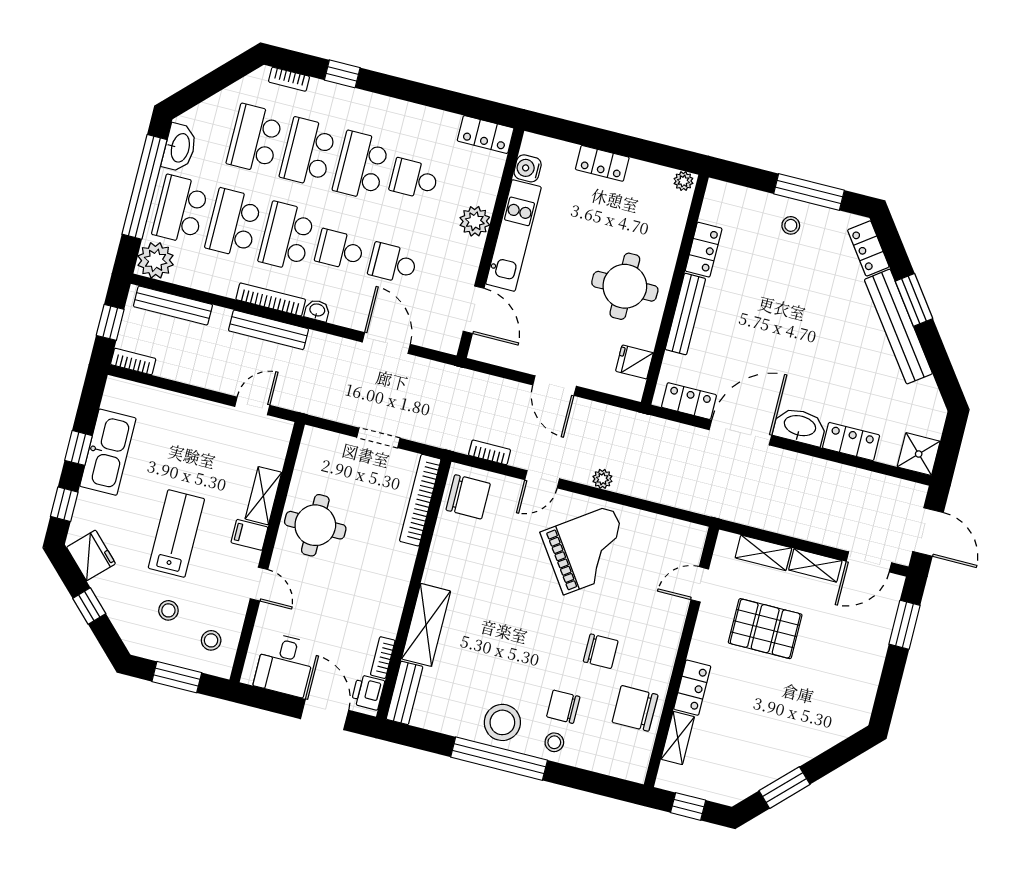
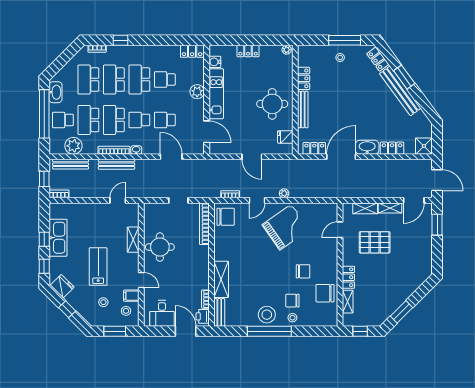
school desk: (180, 209) -> (63, 120), width x0.54
plant: (156, 260) -> (73, 146), moved
filing cabinet: (249, 535) -> (131, 296), moved

